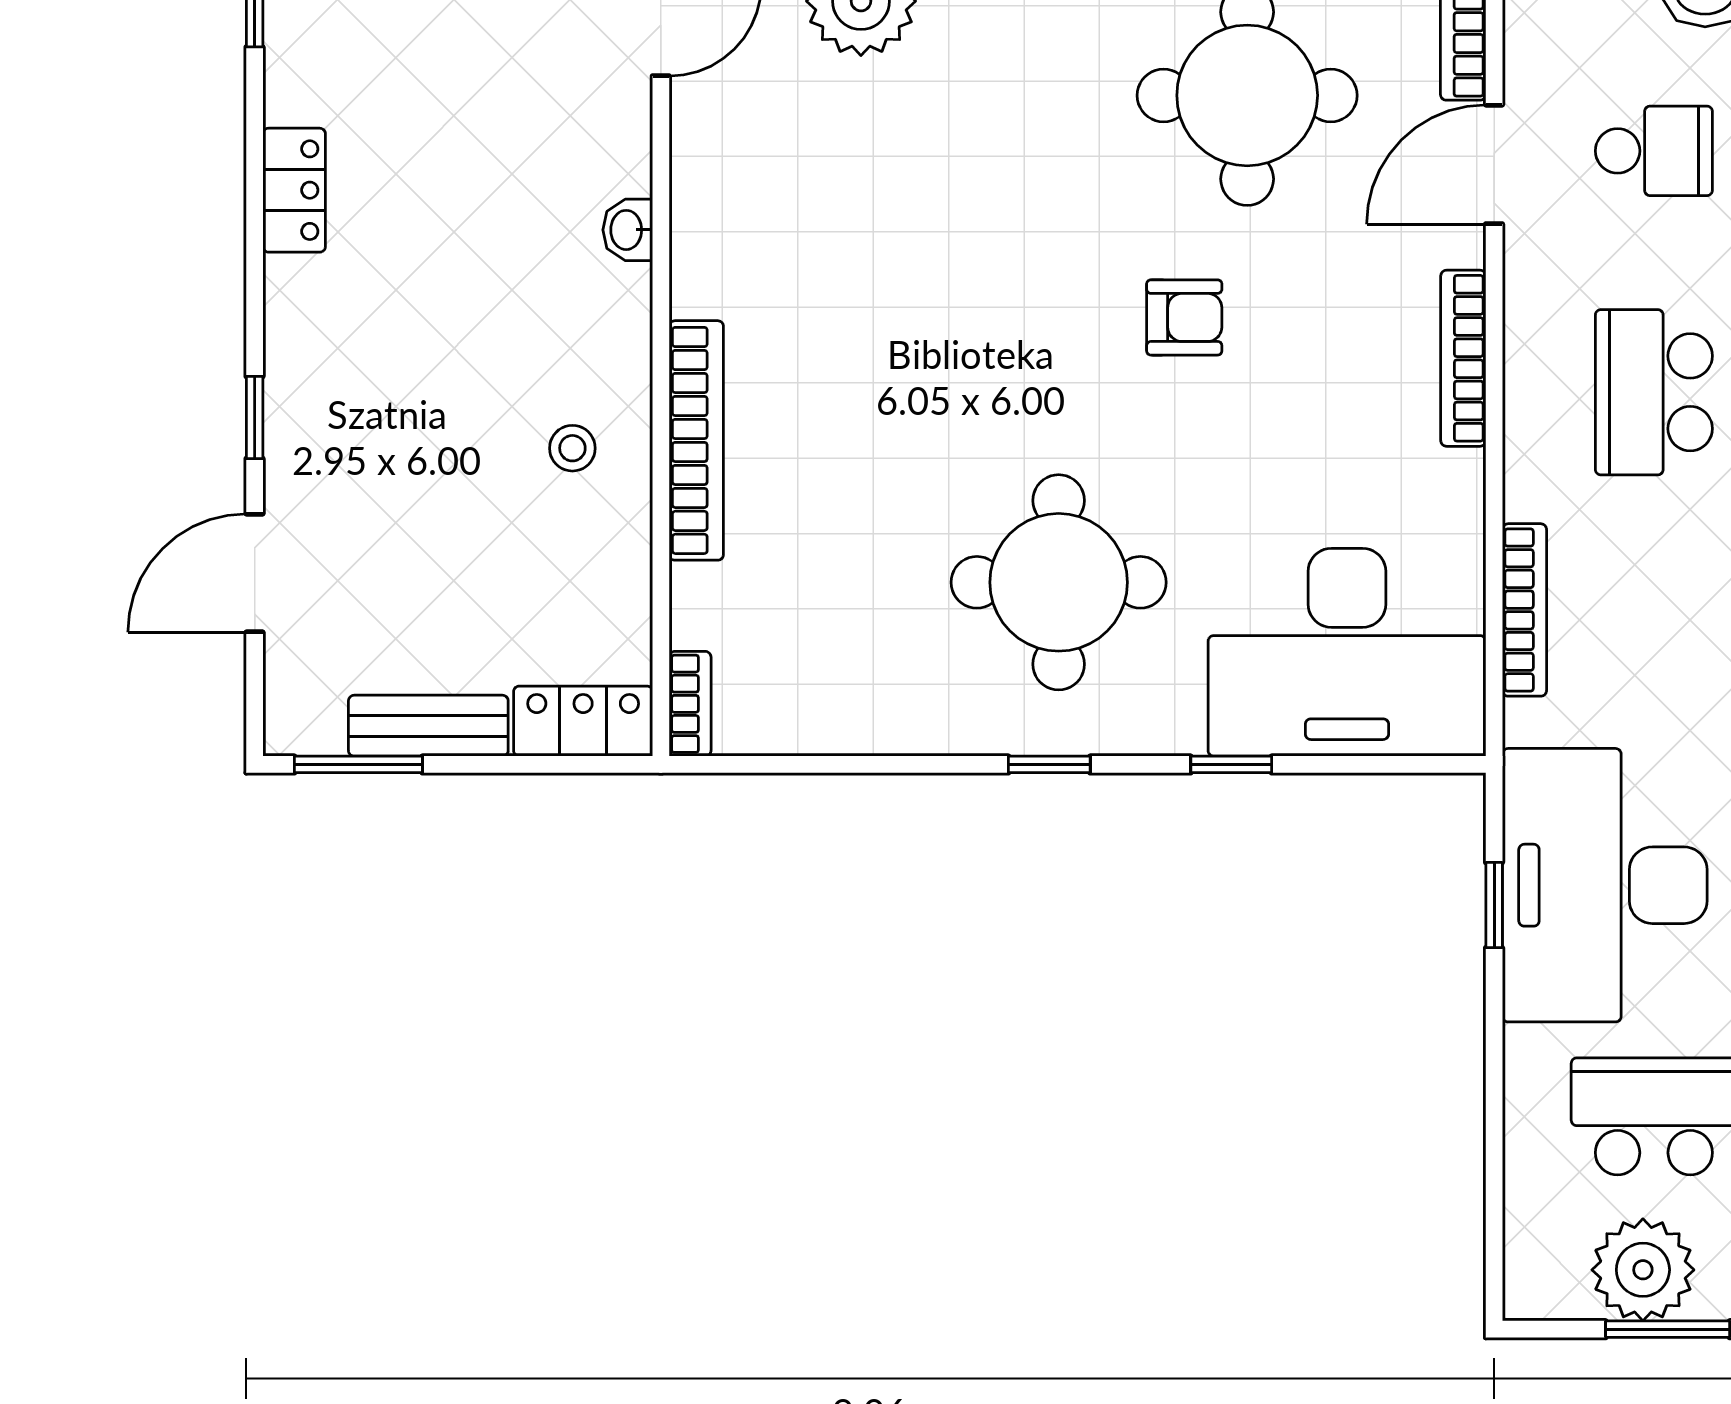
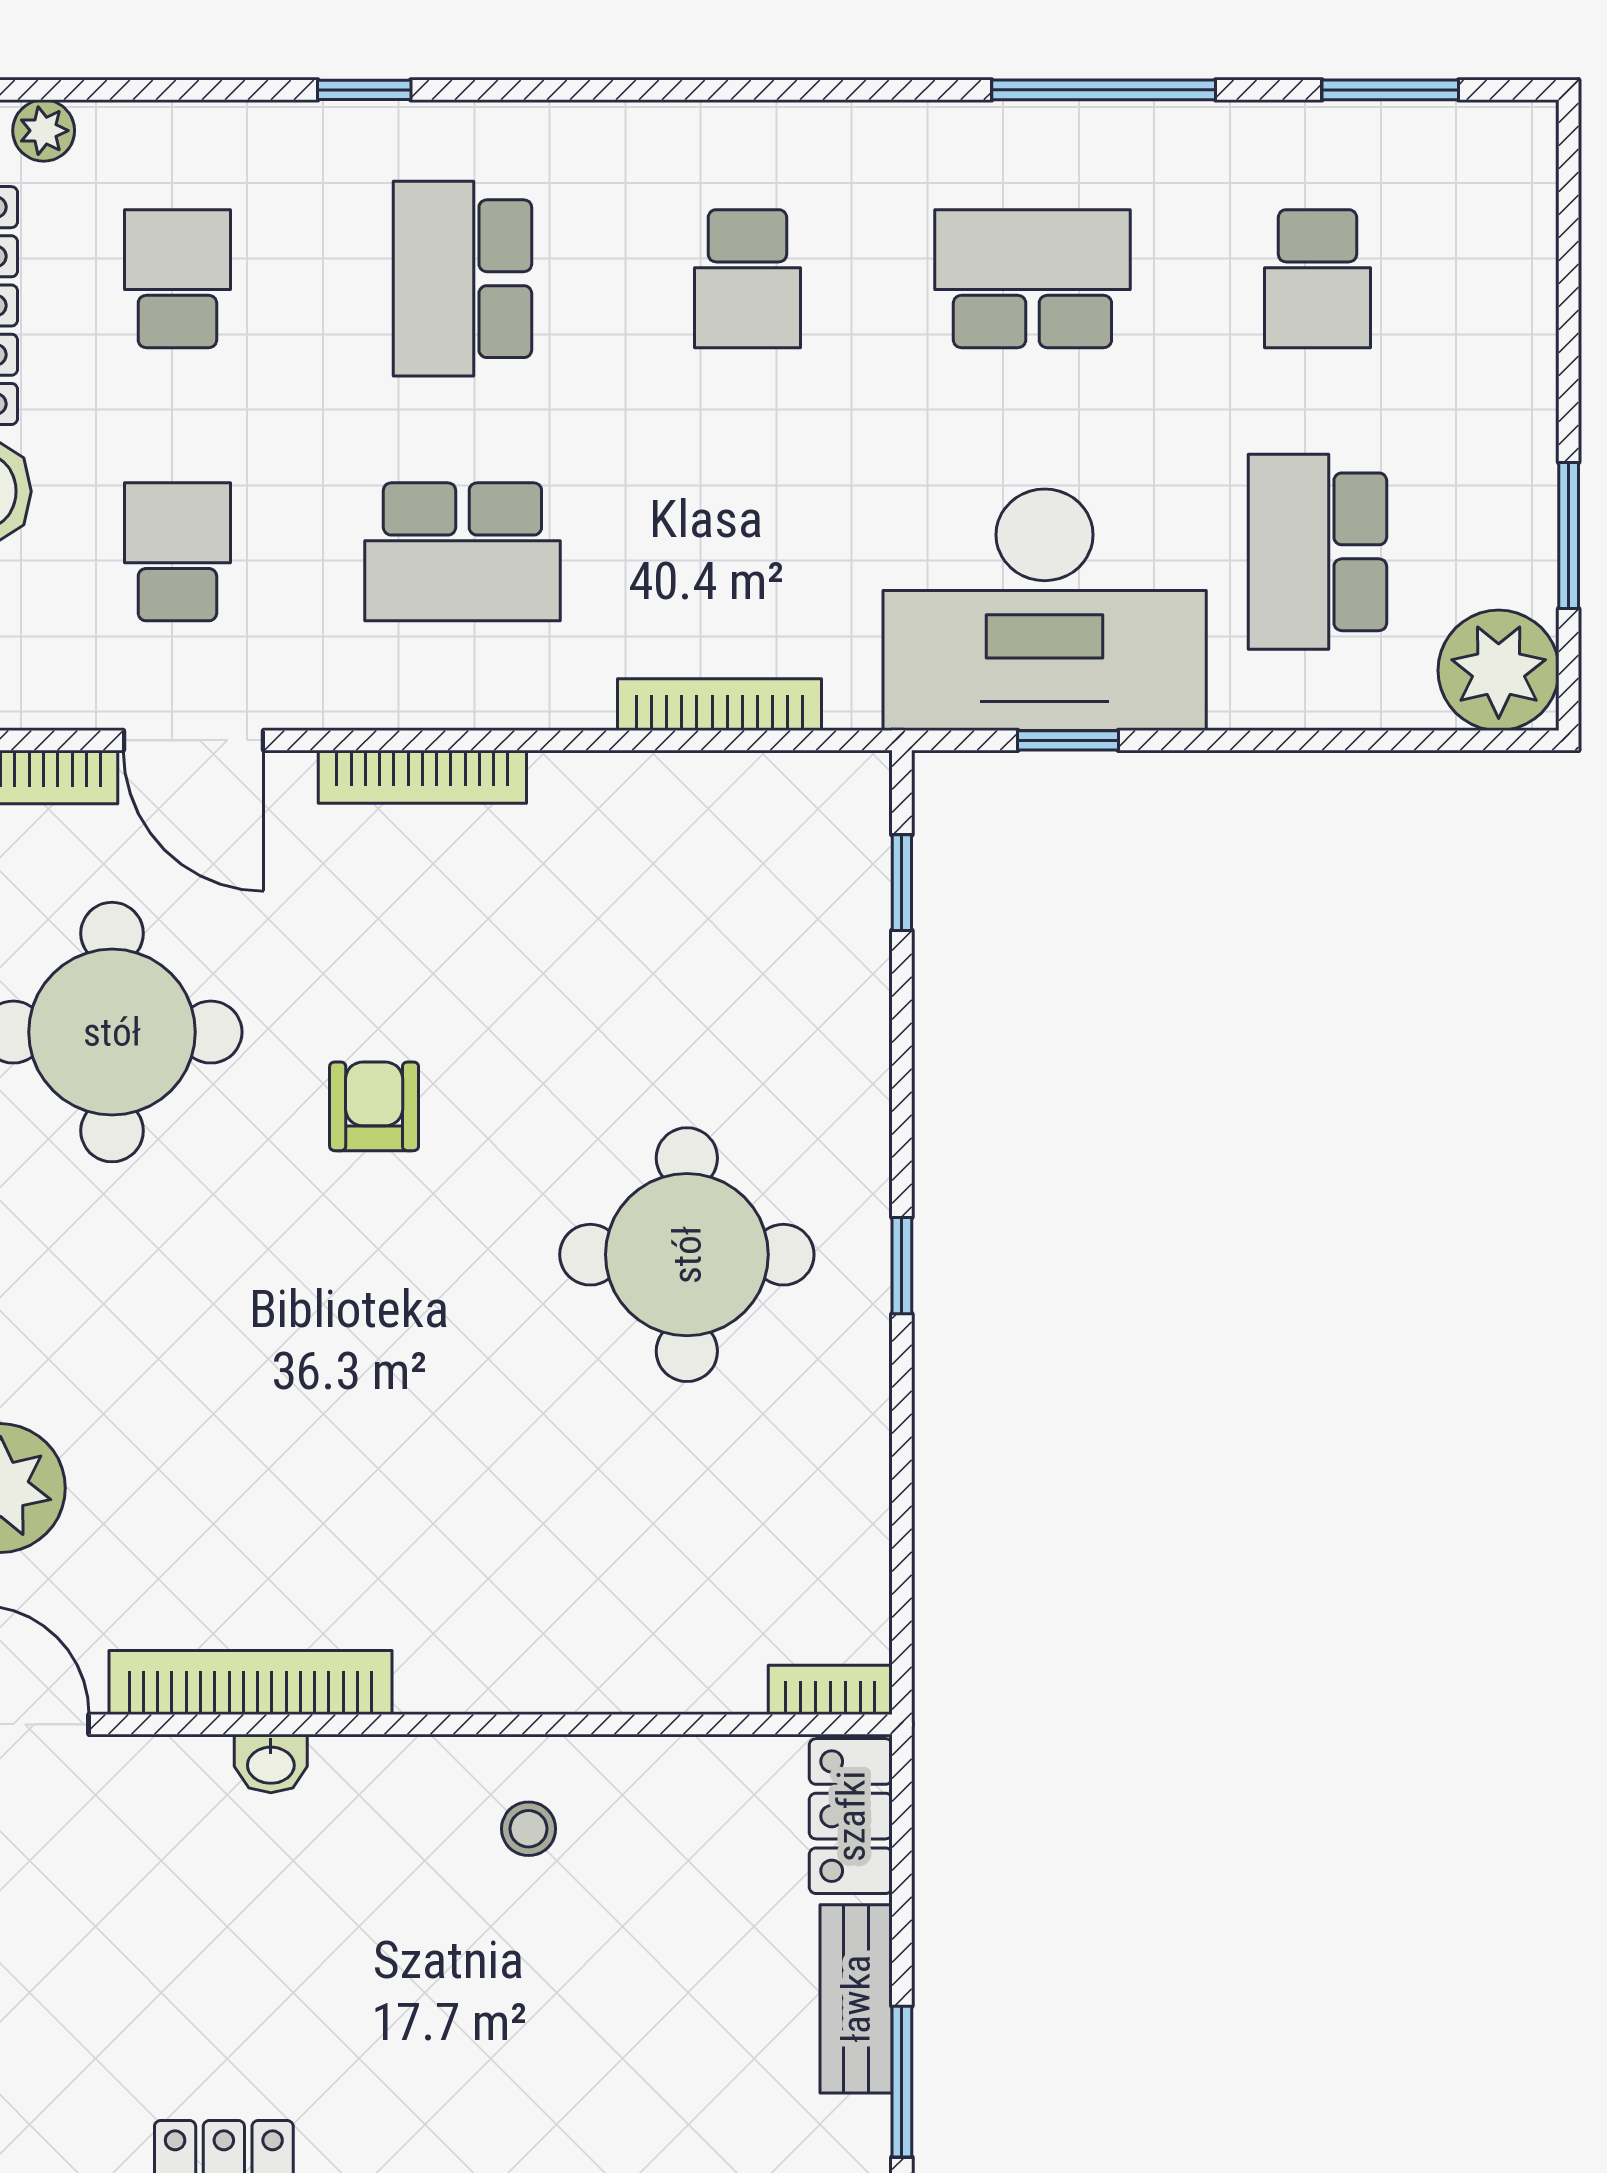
bookcase: (696, 440) -> (250, 1682), moved
desk: (1347, 652) -> (769, 914), removed
window: (1231, 764) -> (902, 883), moved
plant: (1643, 1270) -> (1499, 670), moved

